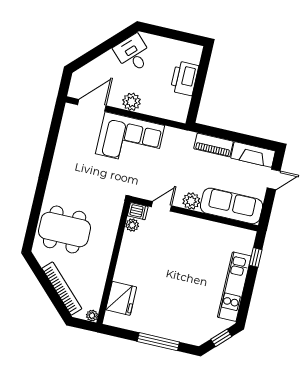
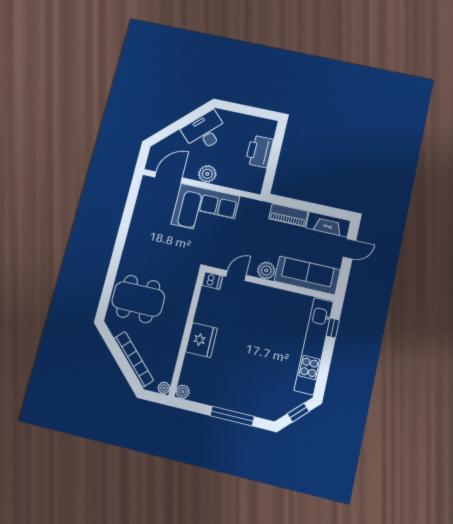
desk: (133, 54) -> (205, 131), width x1.37
plant: (132, 225) -> (183, 392), moved
kitchen unit: (234, 287) -> (314, 346), width x1.36
fridge: (121, 298) -> (201, 340), moved

